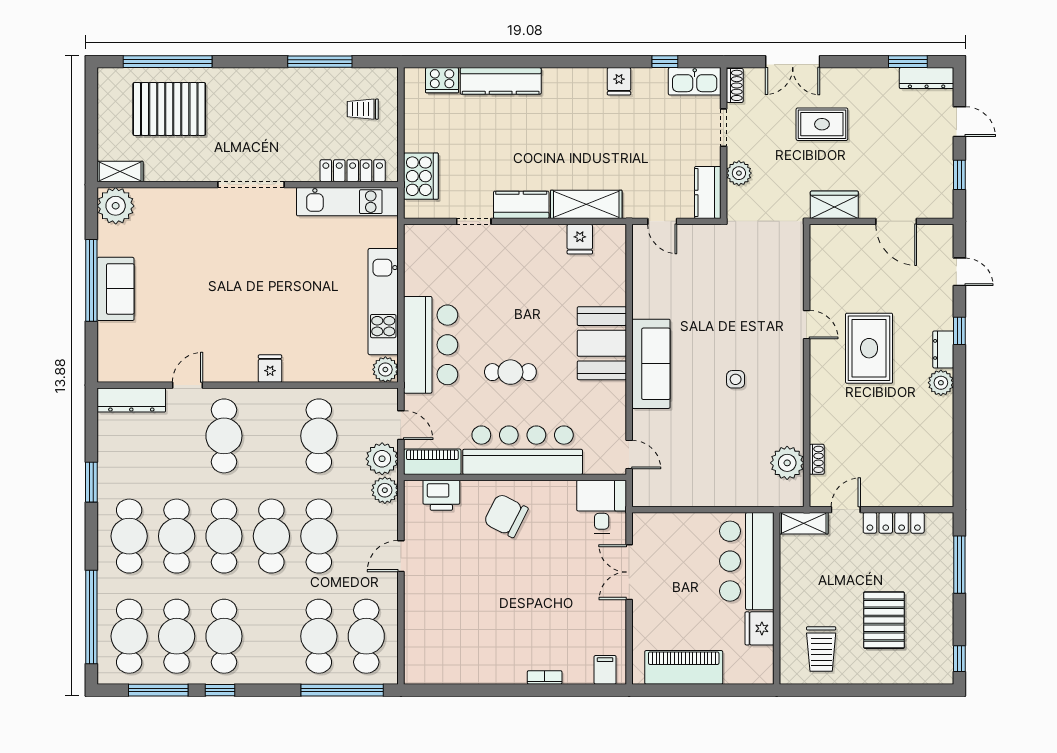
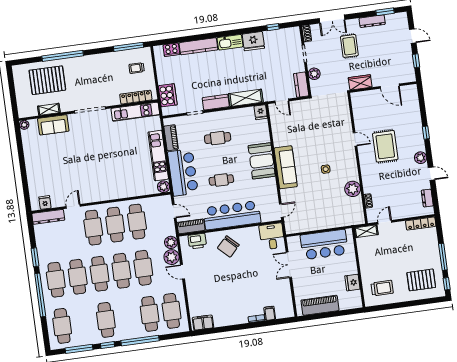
window: (168, 62) -> (63, 56), moved
window: (320, 62) -> (129, 47), moved
dresser: (927, 78) -> (372, 21), moved
fridge: (619, 81) -> (253, 41), width x1.88, depth x1.34
kitchen sink: (695, 81) -> (230, 42), moved
rug: (822, 124) -> (349, 46), turned 90
shelving: (120, 172) -> (49, 109), moved
plant: (116, 206) -> (24, 125), width x0.53, depth x0.53
fridge: (580, 239) -> (261, 112), moved
piano: (416, 267) -> (171, 138), added
door: (959, 272) -> (431, 174), moved
window: (91, 280) -> (22, 164), removed
cafe table: (515, 282) -> (218, 138), added
sofa: (116, 289) -> (53, 125), moved, turned 90
dresser: (943, 349) -> (427, 198), moved
fridge: (270, 369) -> (45, 202), moved
door: (629, 455) -> (281, 211), hinge flipped
plant: (382, 459) -> (172, 257), moved
plant: (787, 463) -> (353, 189), moved
chair: (506, 516) -> (228, 246), turned -73
locker: (894, 523) -> (421, 224), moved
door: (401, 556) -> (182, 272), hinge flipped
bar counter: (747, 561) -> (324, 245), moved, turned -90
window: (959, 565) -> (443, 257), moved
window: (91, 617) -> (40, 295), moved
pallet: (884, 620) -> (421, 280), moved, turned 90
cafe table: (177, 636) -> (115, 225), moved
trolley: (821, 649) -> (382, 288), turned -90
filing cabinet: (430, 670) -> (203, 323), added
filing cabinet: (605, 670) -> (270, 313), moved
window: (342, 690) -> (140, 341), moved

